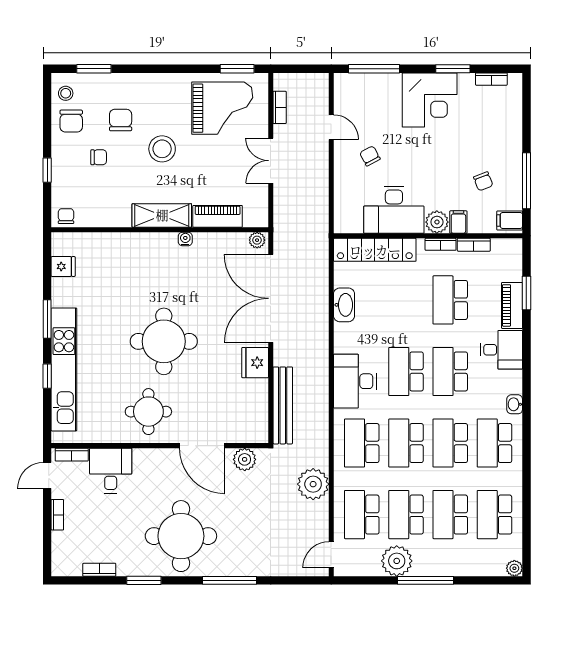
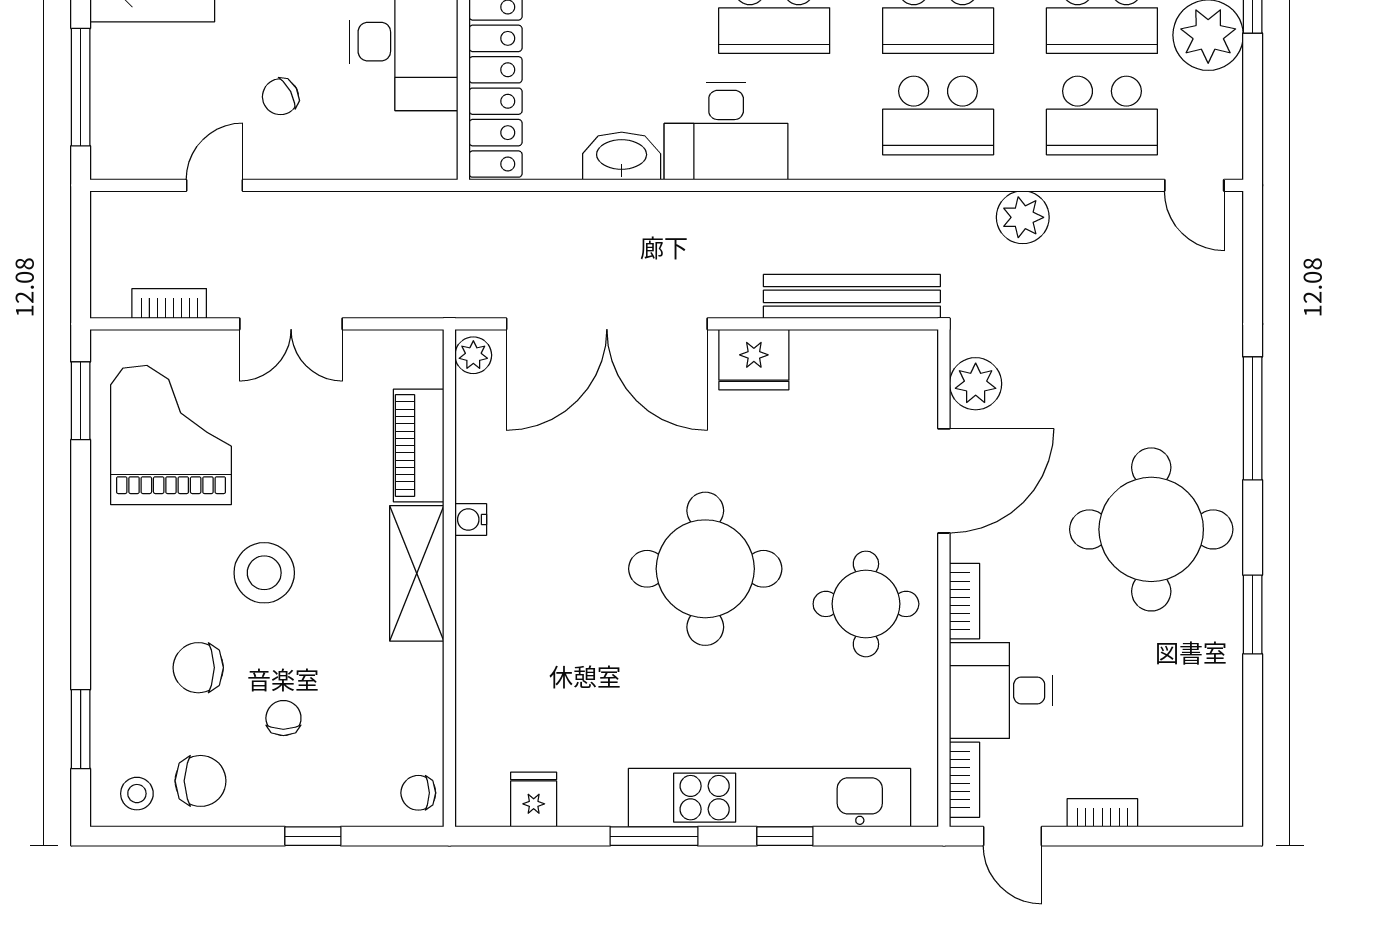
desk: (355, 381) -> (726, 131), moved
plant: (313, 484) -> (1023, 217), width x0.73, depth x0.73
bookcase: (99, 570) -> (965, 601), moved, turned 180

